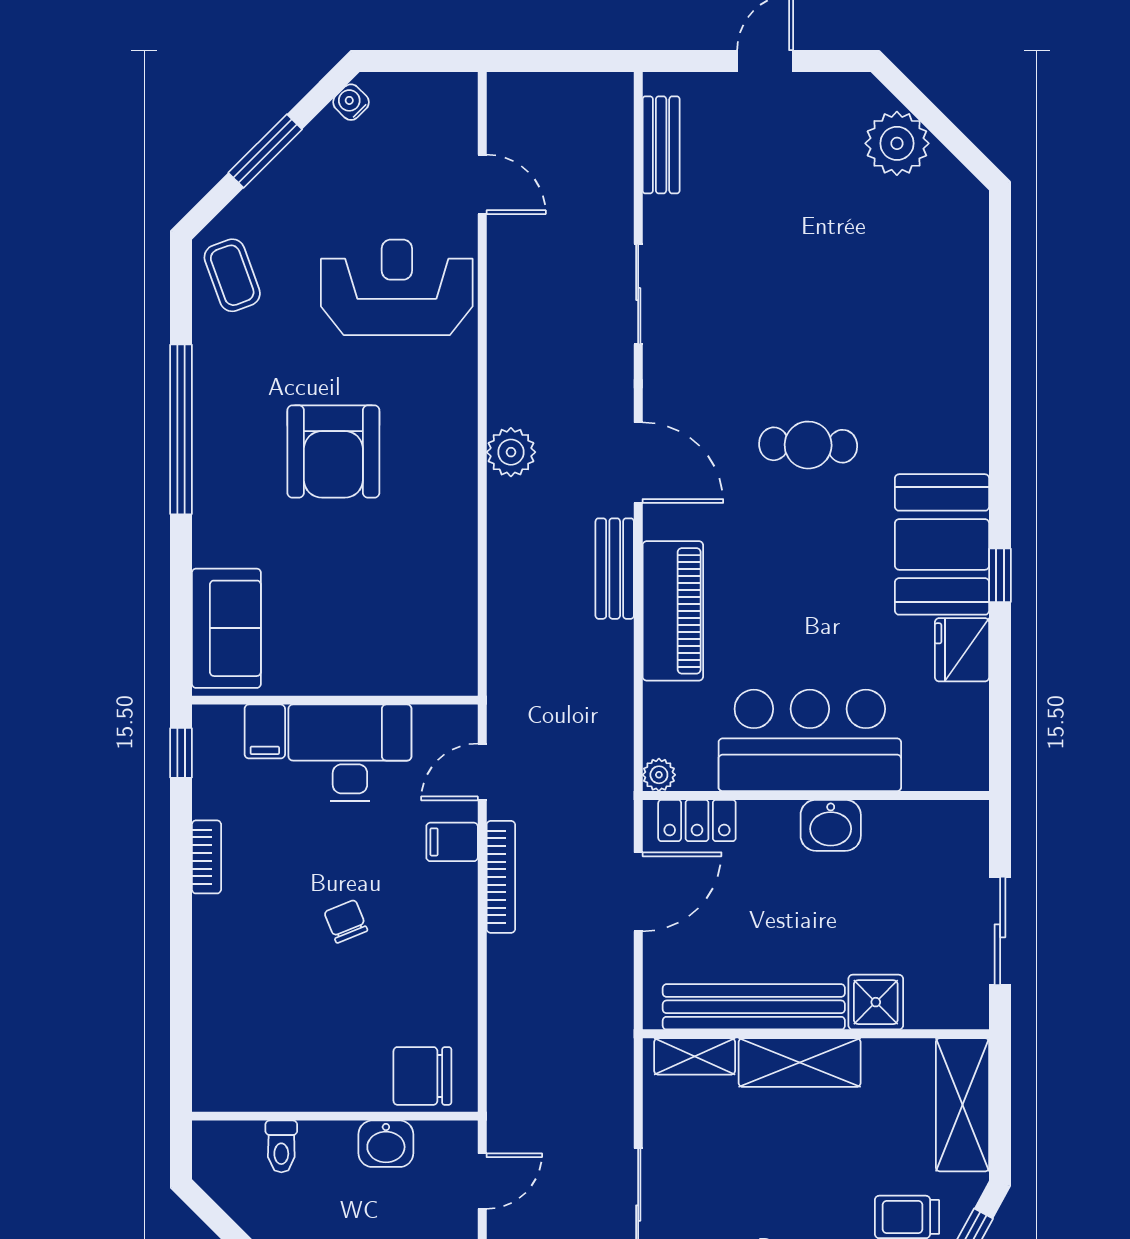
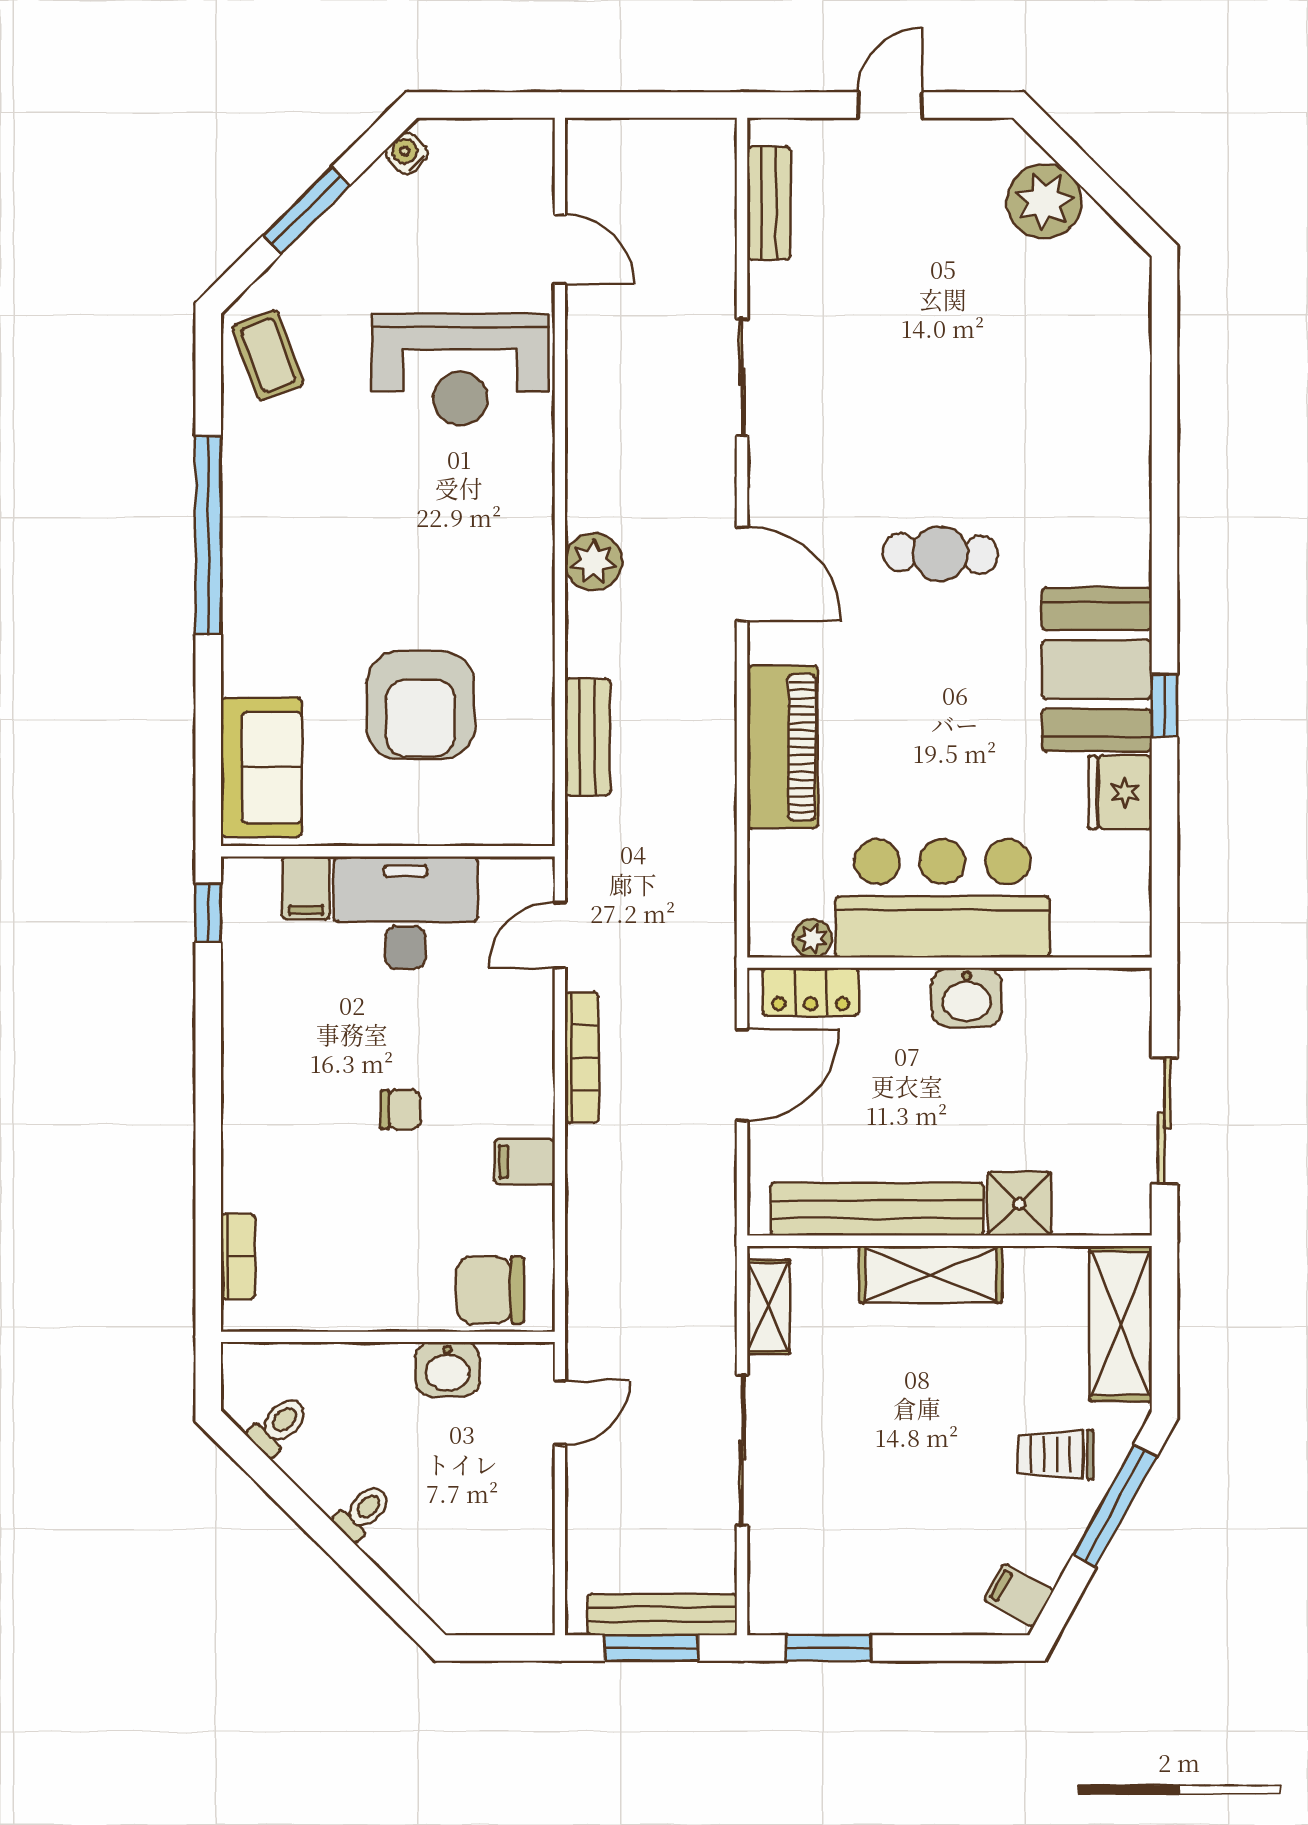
reception desk: (397, 287) -> (460, 369), turned 180
armchair: (333, 452) -> (420, 705), moved
bench: (615, 569) -> (587, 737), moved
plant: (659, 775) -> (813, 938), moved
filing cabinet: (452, 842) -> (525, 1162), moved
bookcase: (206, 857) -> (238, 1256), moved
chair: (346, 921) -> (401, 1110), turned 112
shelving: (695, 1056) -> (768, 1307), moved, turned 90
toilet: (281, 1146) -> (279, 1425), moved, turned -135

